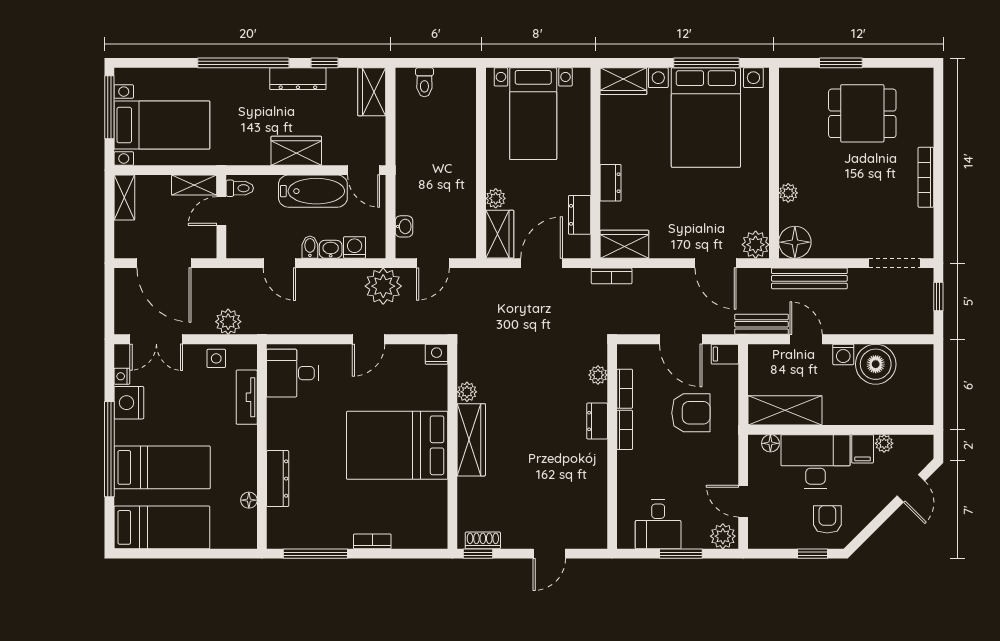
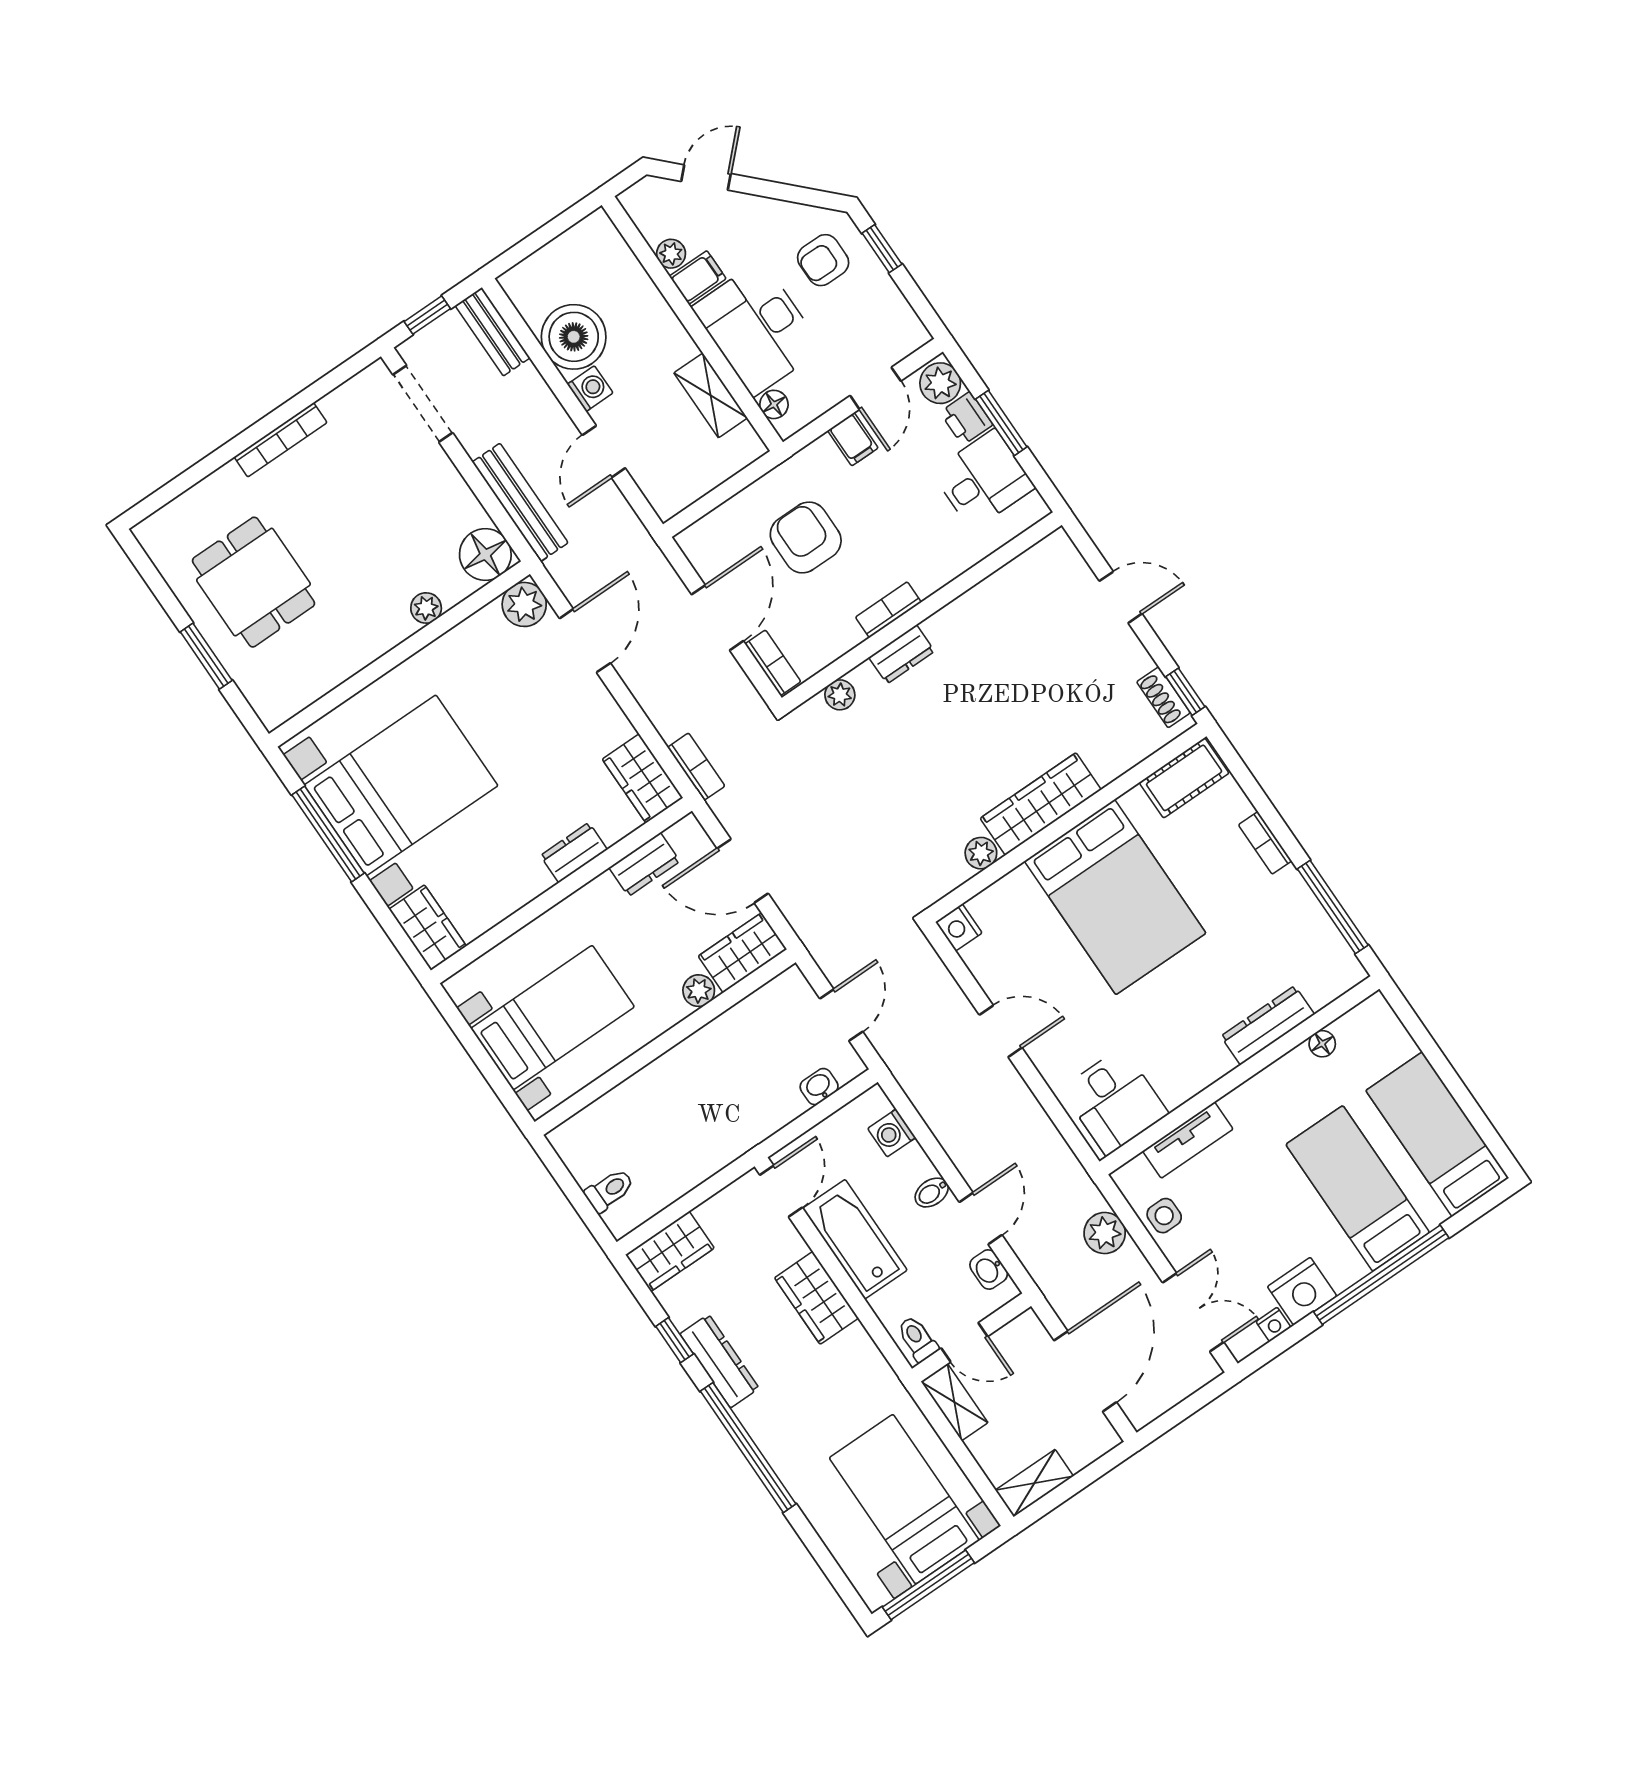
washbasin: (331, 249) -> (989, 1269), moved
door: (433, 263) -> (841, 1015), hinge flipped
plant: (383, 286) -> (917, 1060), removed
bench: (762, 324) -> (493, 332), moved
filing cabinet: (725, 354) -> (853, 439), moved
bookcase: (625, 389) -> (773, 663), moved, turned 90
shelving: (785, 410) -> (711, 395), width x0.67, depth x0.75
cot: (434, 523) -> (1184, 778), added
printer: (696, 537) -> (966, 418), added

